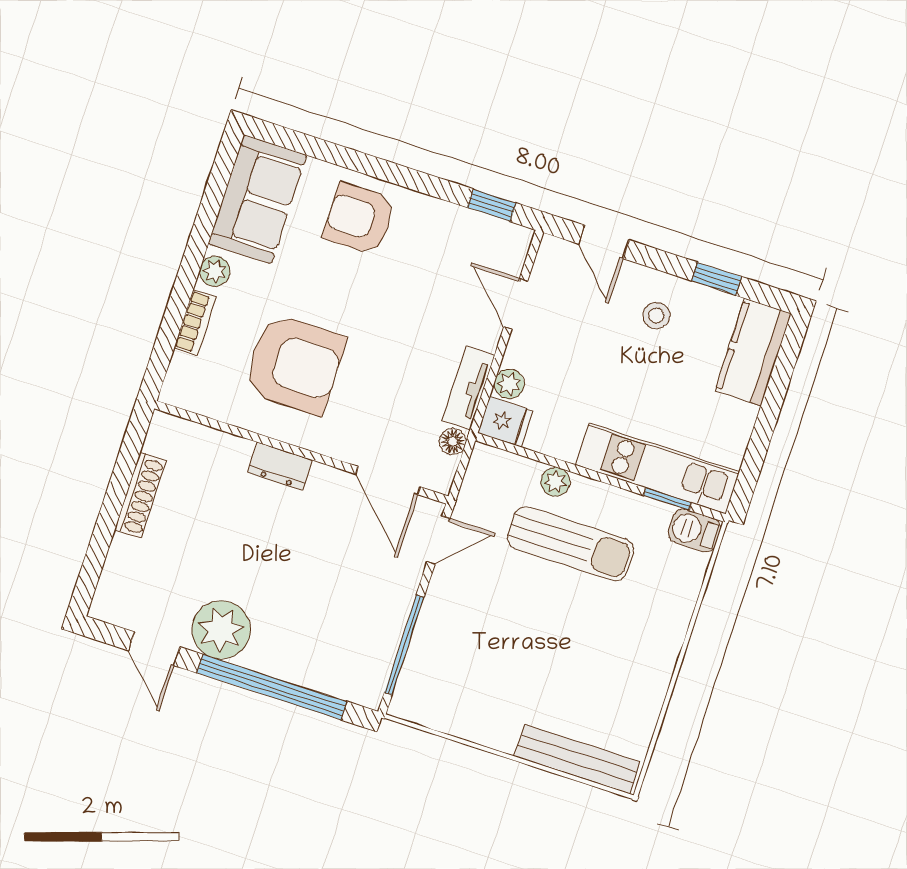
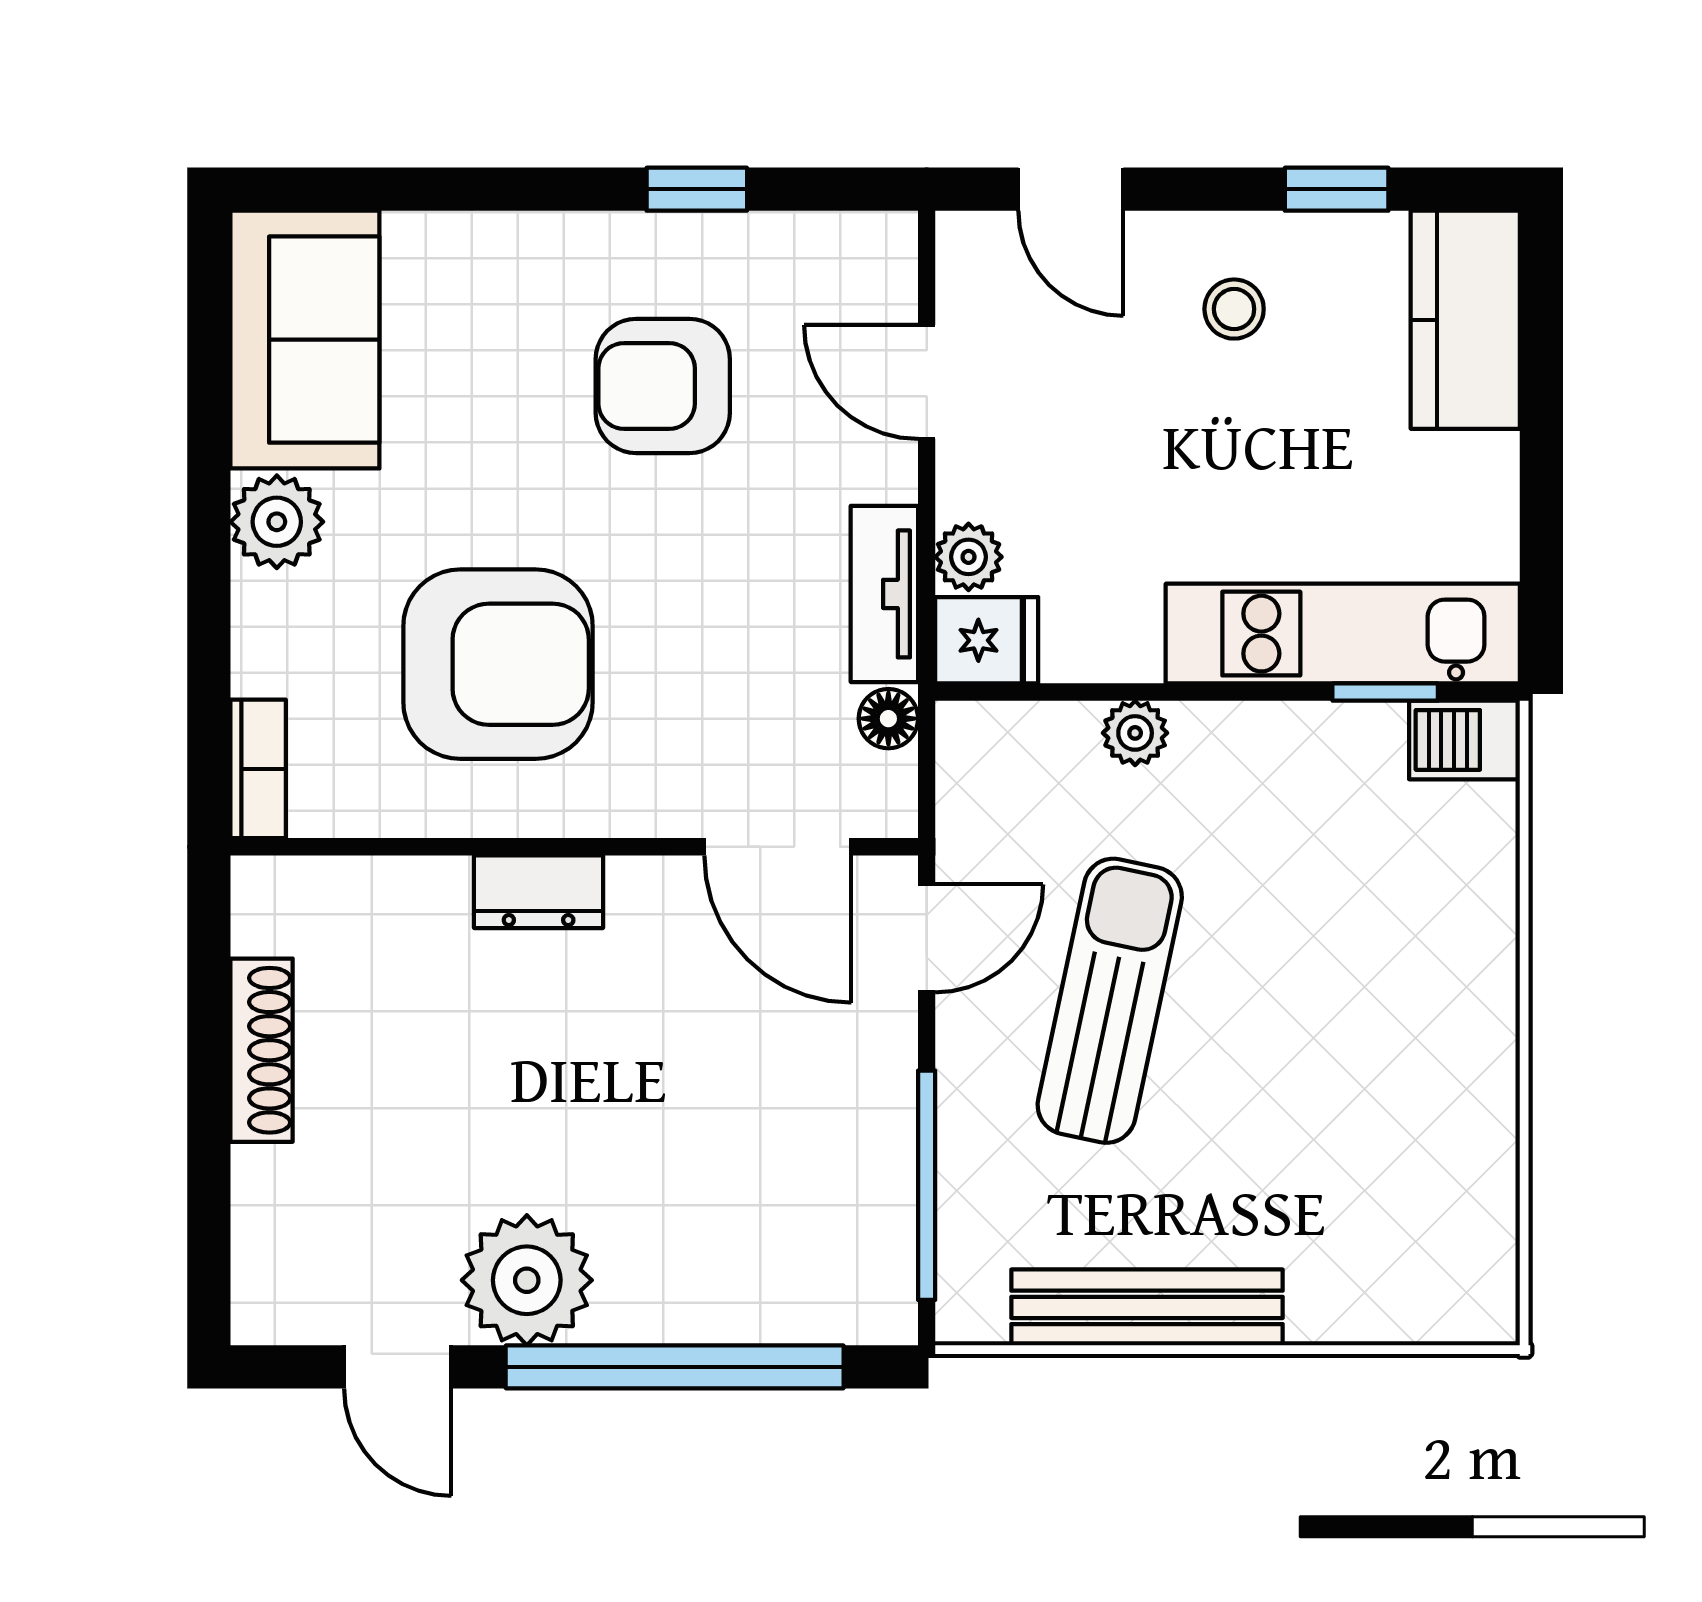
window: (492, 205) -> (697, 189), moved
armchair: (359, 219) -> (663, 386), moved
plant: (215, 271) -> (277, 522), width x1.38, depth x1.38
bookcase: (195, 322) -> (258, 769), moved
sun lounger: (571, 544) -> (1110, 1001), moved, turned -78
bench: (577, 759) -> (1147, 1307), moved

